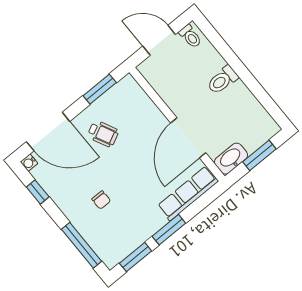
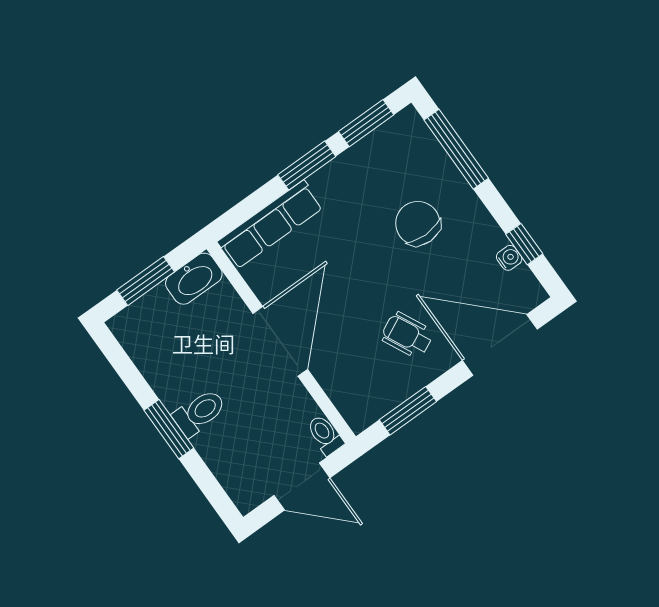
toilet: (190, 36) -> (325, 435), moved
window: (240, 69) -> (169, 429), added
door: (188, 138) -> (280, 341), moved
water cooler: (29, 163) -> (509, 258), moved
chair: (101, 200) -> (418, 223), width x1.87, depth x1.87

